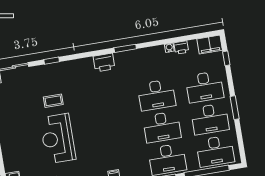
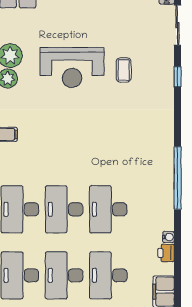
window: (125, 48) -> (178, 178), width x2.11
printer: (104, 63) -> (163, 146), removed
reception desk: (58, 139) -> (72, 68), turned 180

